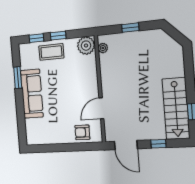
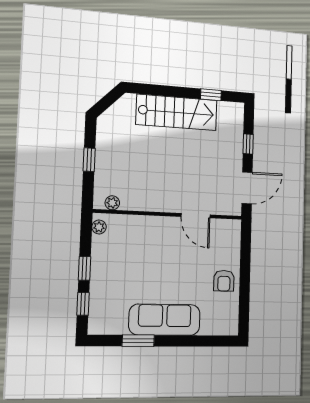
plant: (86, 46) -> (99, 227), width x0.53, depth x0.53
coffee table: (51, 52) -> (107, 282), removed
stairs: (176, 109) -> (177, 112), moved
armchair: (82, 132) -> (224, 281), moved

